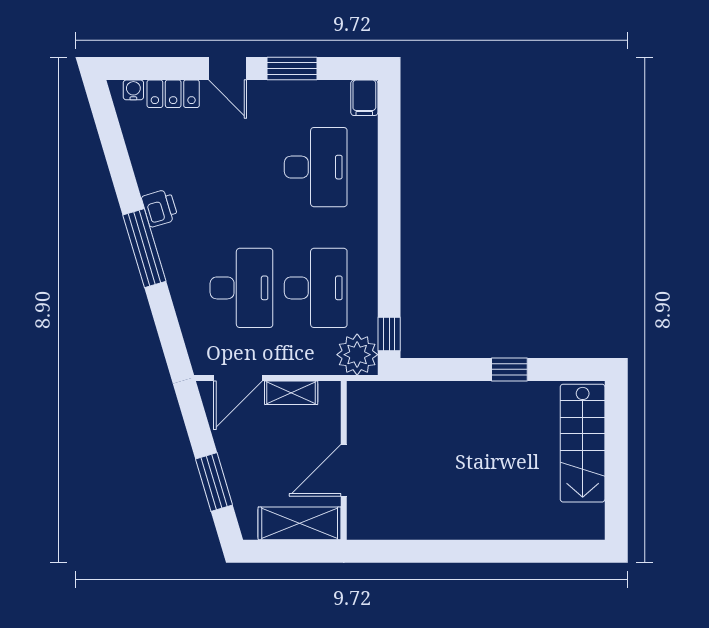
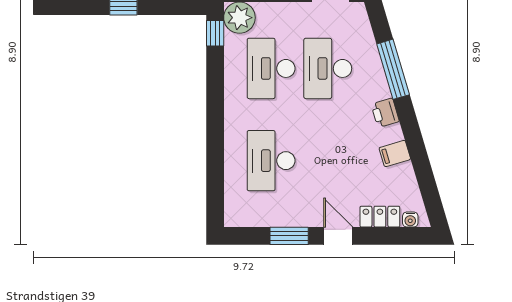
filing cabinet: (364, 98) -> (395, 154), moved, turned -107
printer: (160, 208) -> (385, 113), moved
window: (144, 248) -> (393, 69), moved

